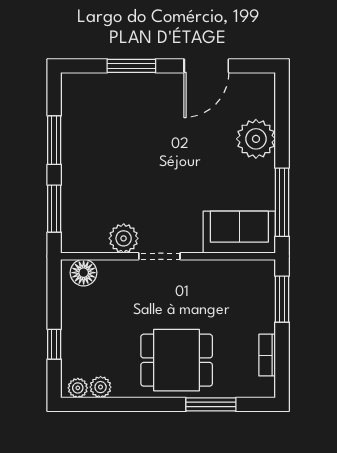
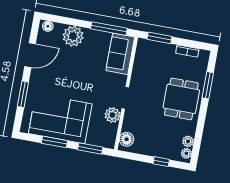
door: (206, 66) -> (30, 55), hinge flipped
floor lamp: (266, 89) -> (48, 26), added
corner sofa: (99, 143) -> (60, 119), added

